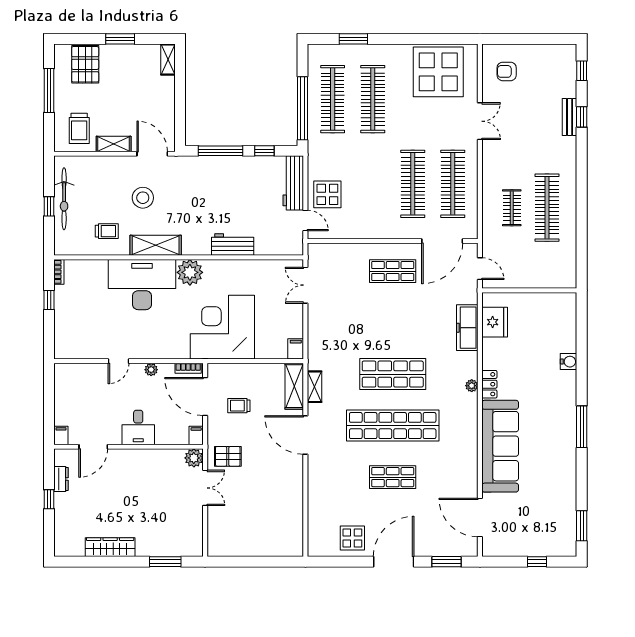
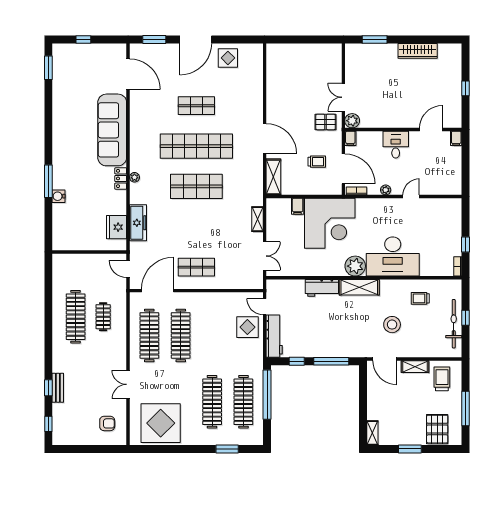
shelving: (156, 245) -> (359, 287), moved
filing cabinet: (296, 349) -> (298, 206), moved
shelving: (315, 387) -> (258, 219), moved
window: (582, 427) -> (48, 181), moved
dresser: (61, 479) -> (456, 104), removed

